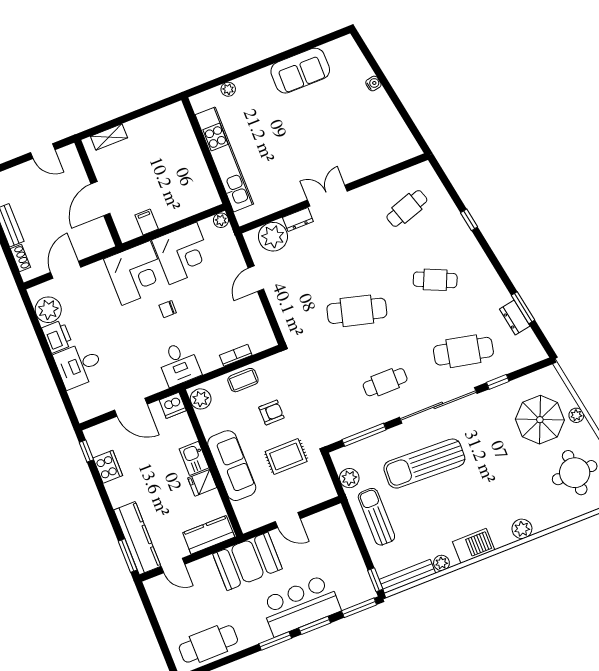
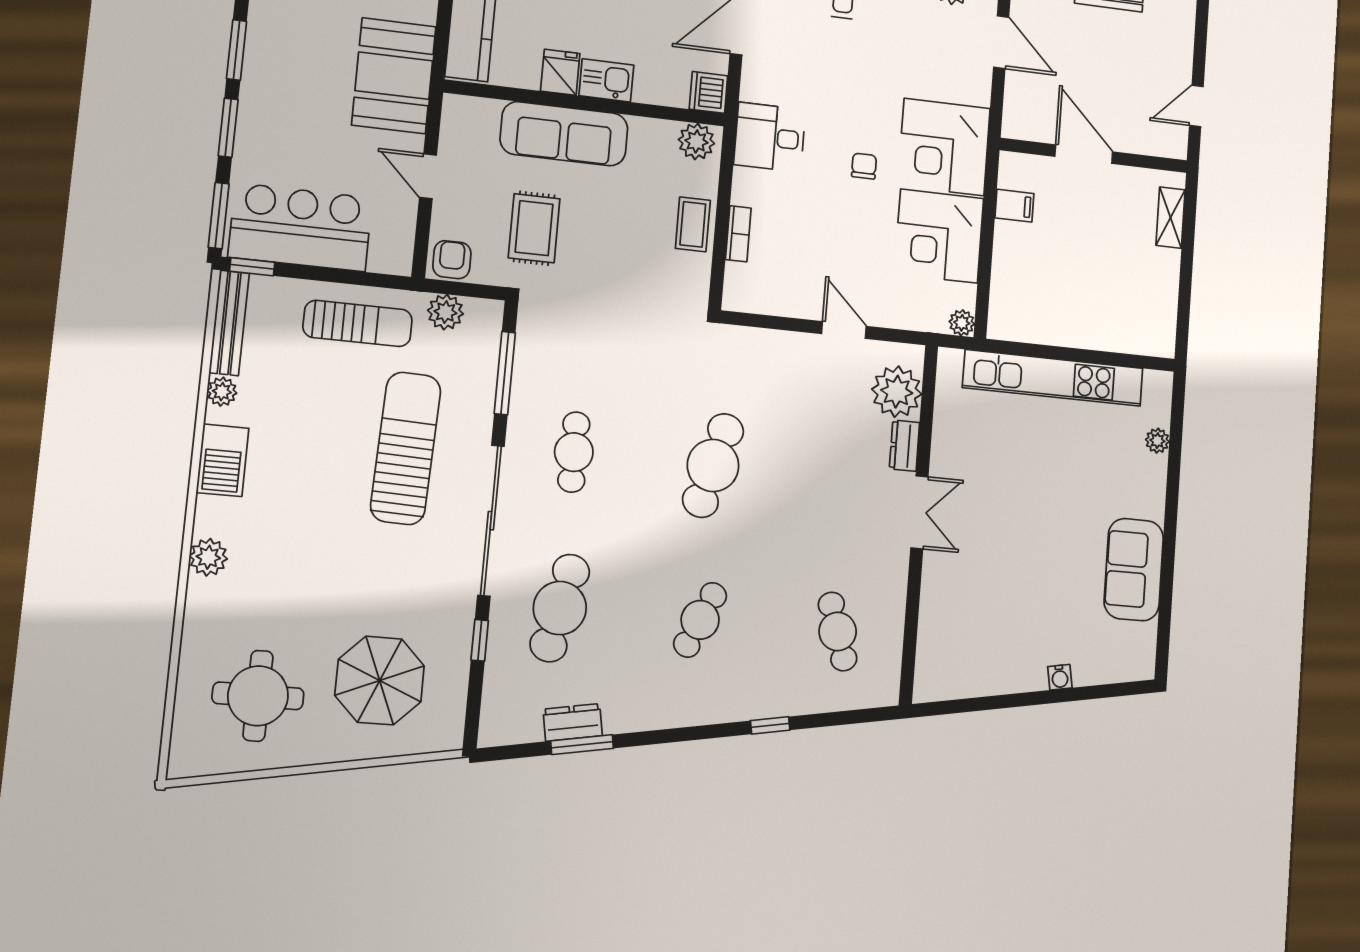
armchair: (271, 412) -> (452, 260), moved, turned 180
plant: (576, 415) -> (355, 747), removed
door: (288, 520) -> (428, 176), hinge flipped
bar counter: (301, 605) -> (300, 227), moved, turned -90

